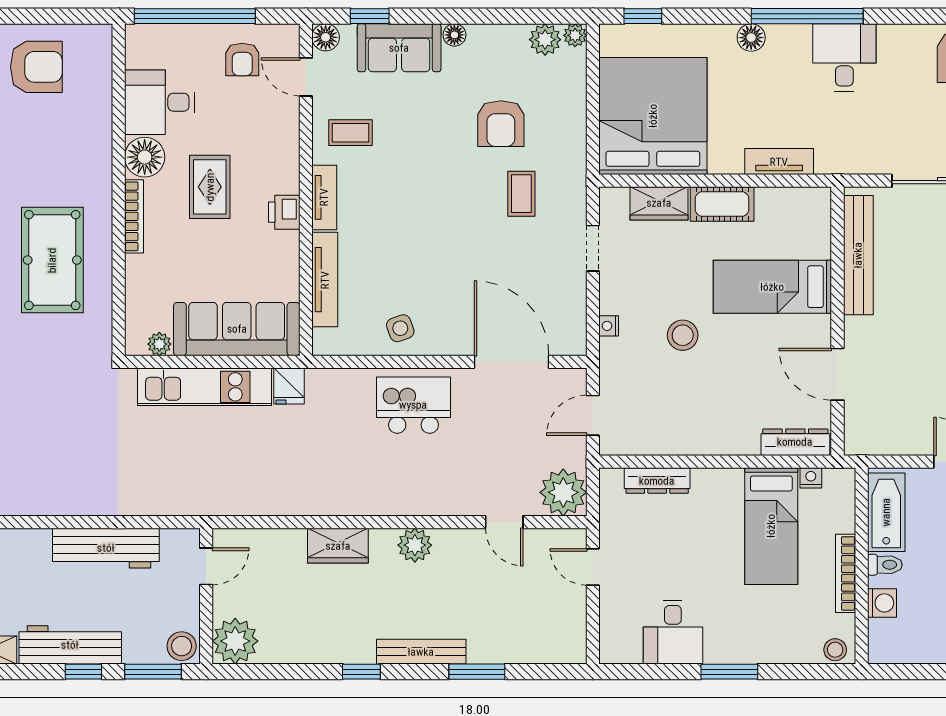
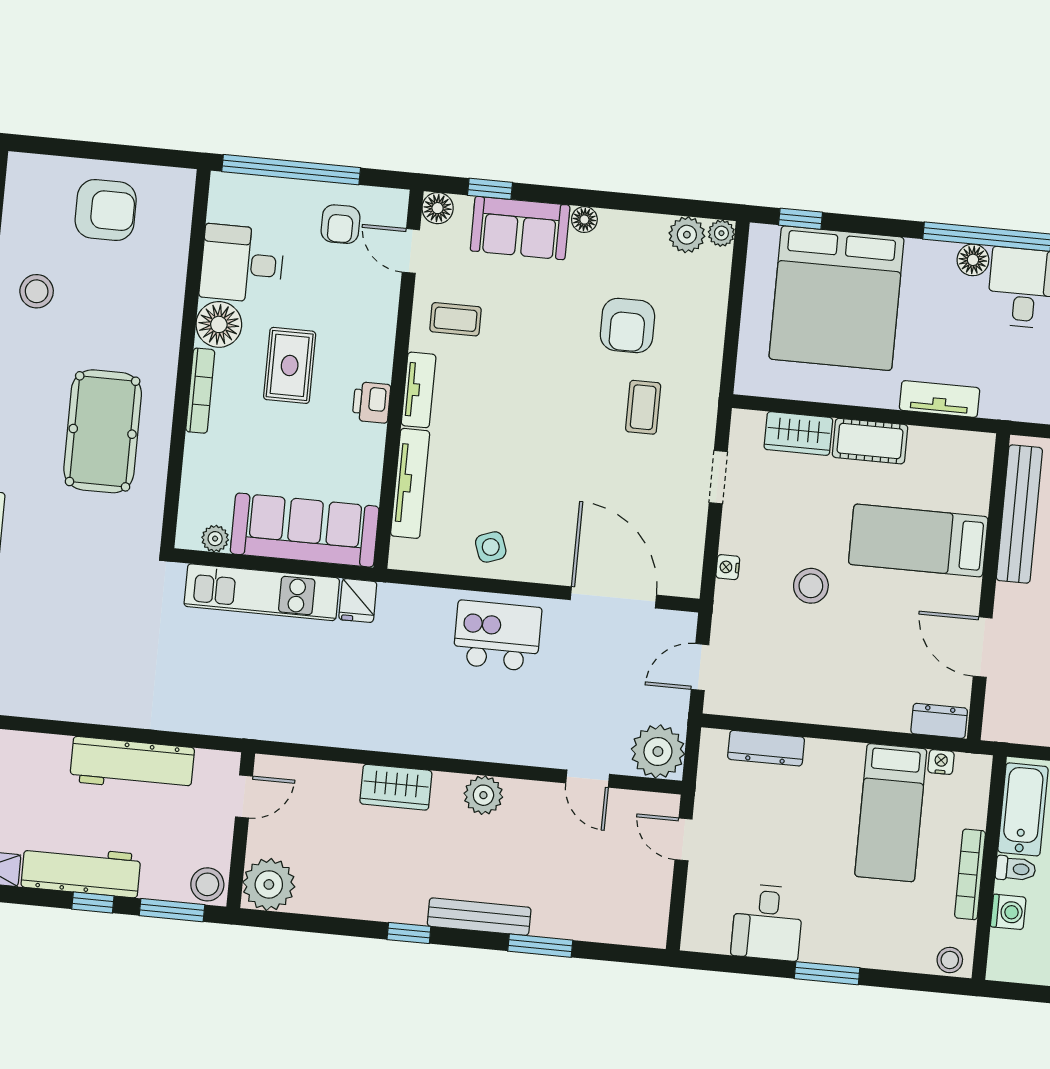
floor lamp: (751, 38) -> (973, 260), moved
bed: (653, 116) -> (837, 298), moved, turned 180
dresser: (795, 442) -> (939, 721), width x0.70

